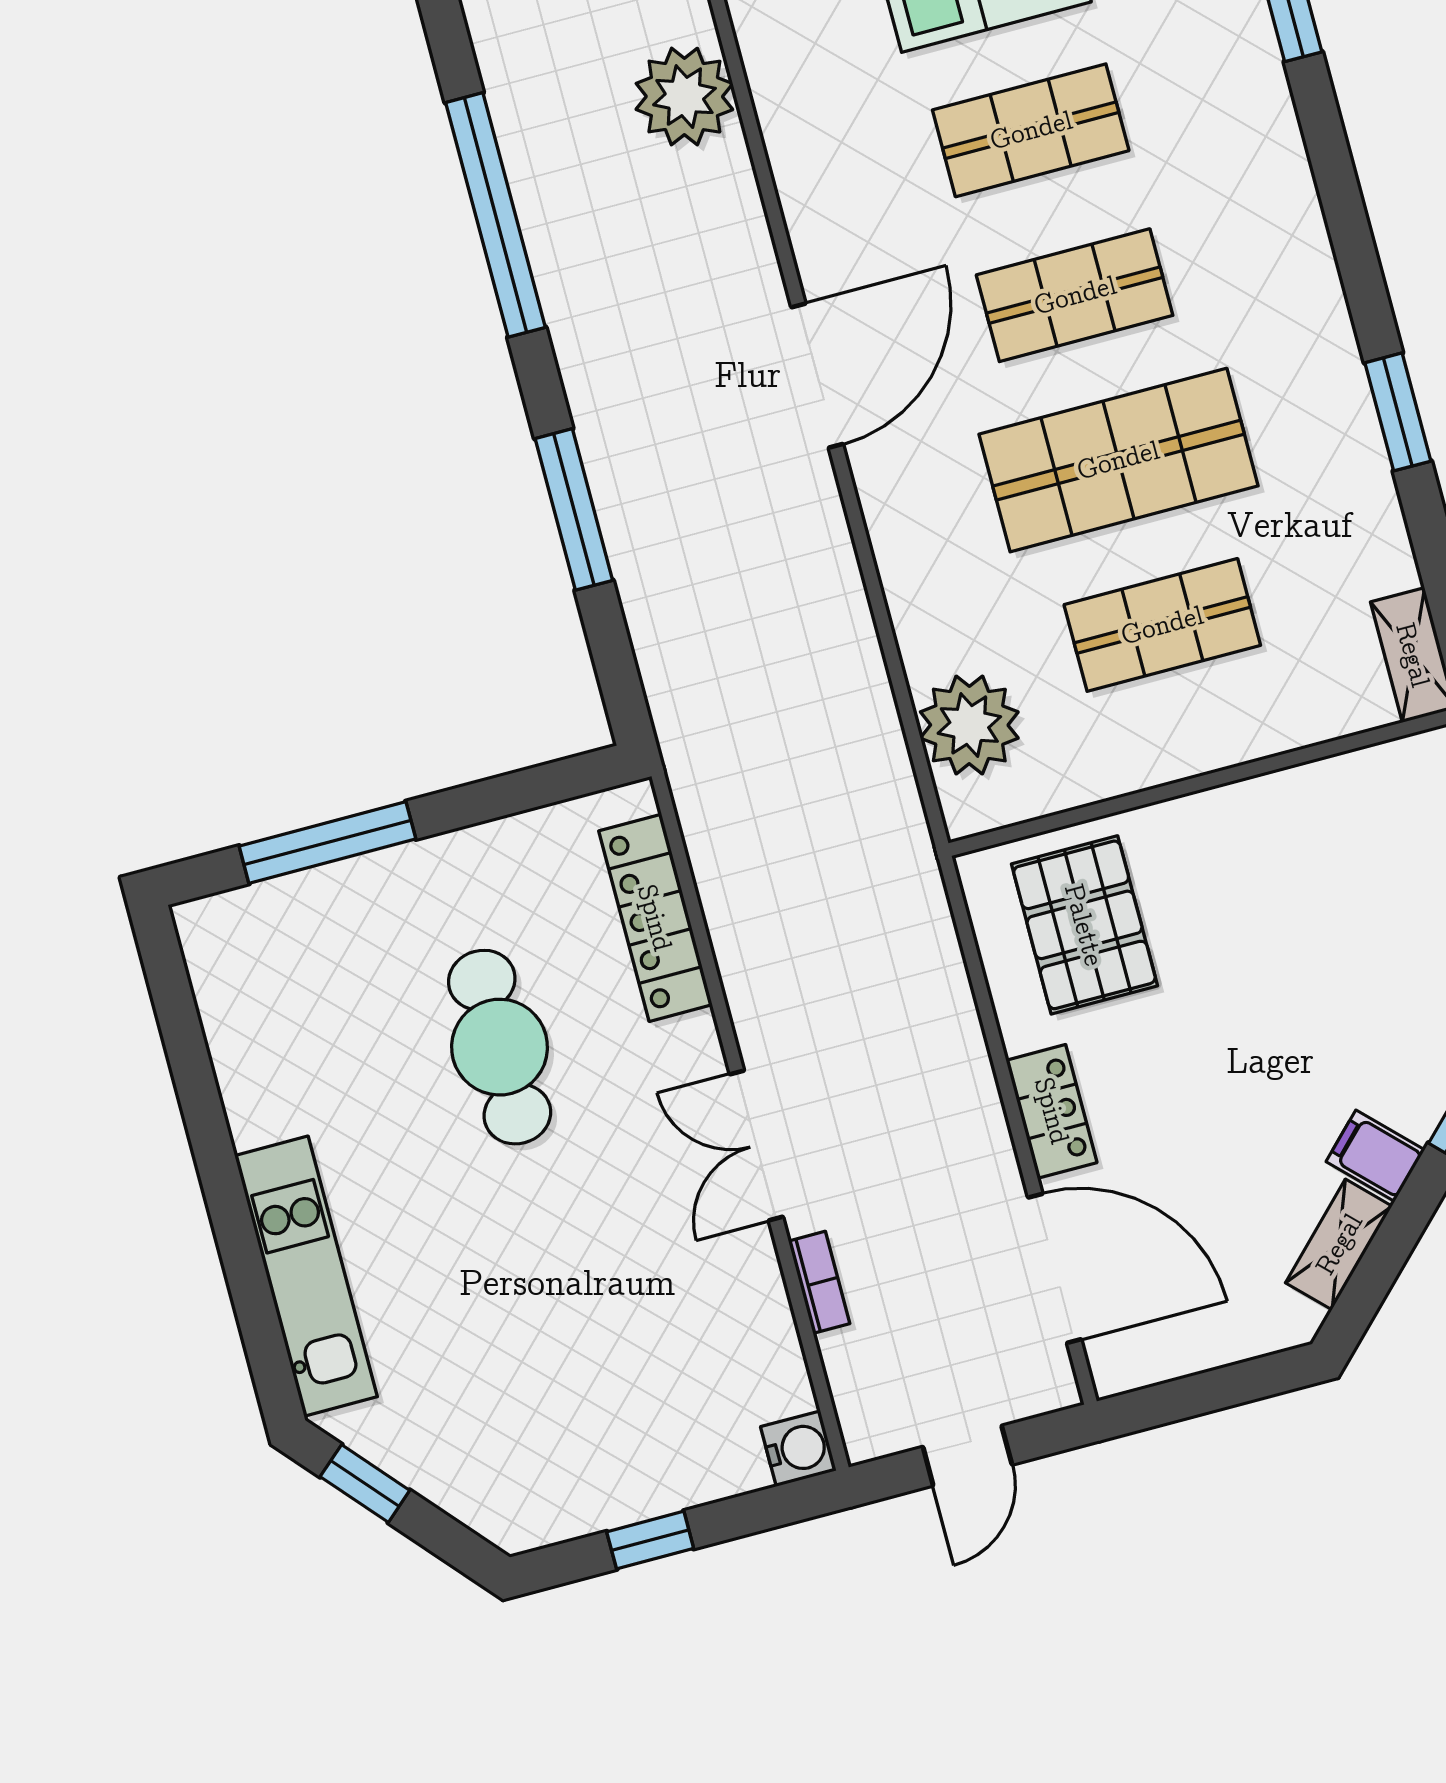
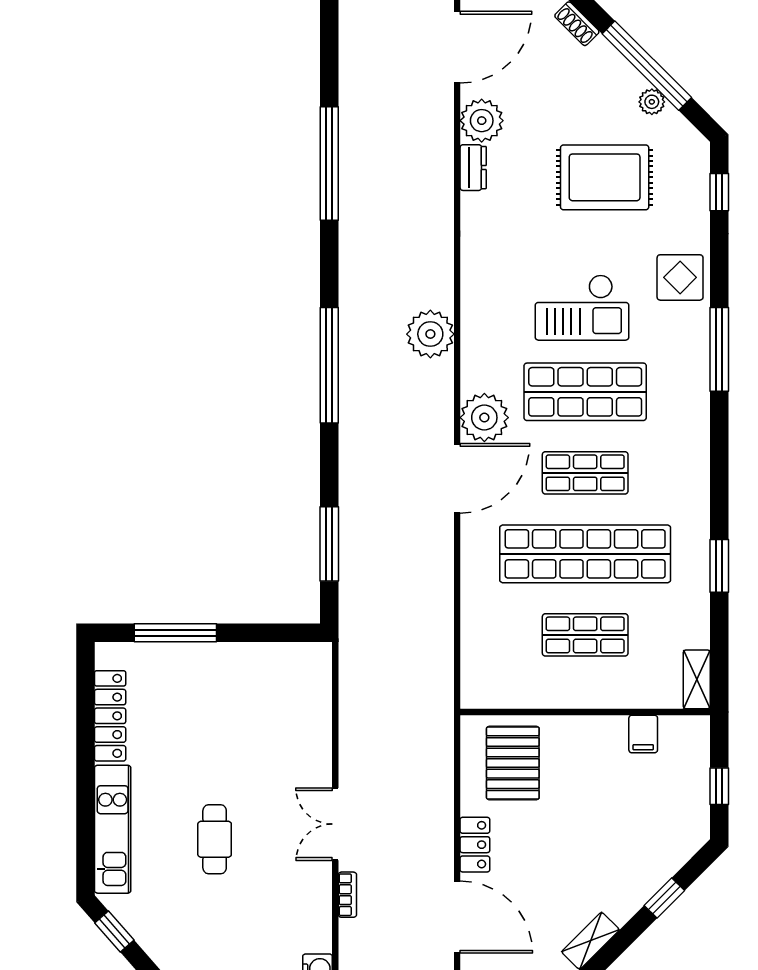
shop shelf: (1031, 130) -> (585, 392), width x1.43, depth x1.36
shop shelf: (1118, 460) -> (585, 554), width x1.40
window: (574, 509) -> (329, 544), moved
plant: (969, 725) -> (484, 418), moved
locker: (655, 918) -> (110, 716), moved, turned 180
cafe table: (500, 1047) -> (215, 839), moved, width x0.73, depth x0.74
filing cabinet: (1375, 1156) -> (643, 734), moved, turned -135

